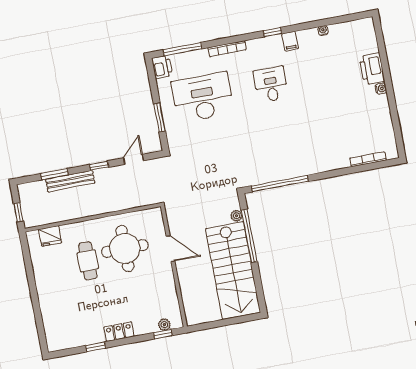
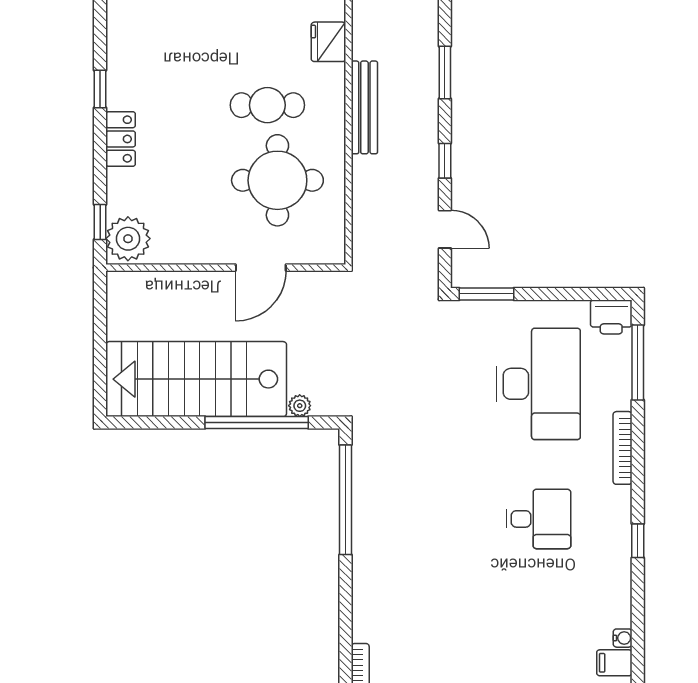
filing cabinet: (290, 41) -> (614, 663), moved
window: (159, 117) -> (486, 294), moved
bench: (70, 181) -> (364, 107), moved
plant: (164, 325) -> (128, 239), width x1.87, depth x1.87

